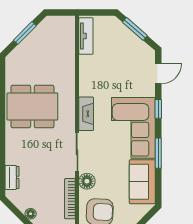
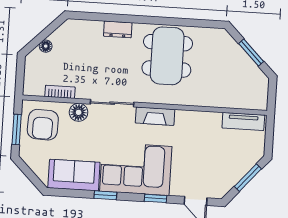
window: (158, 153) -> (105, 195), width x0.67
dresser: (12, 177) -> (118, 29), moved
bookcase: (70, 199) -> (60, 92), width x0.64

